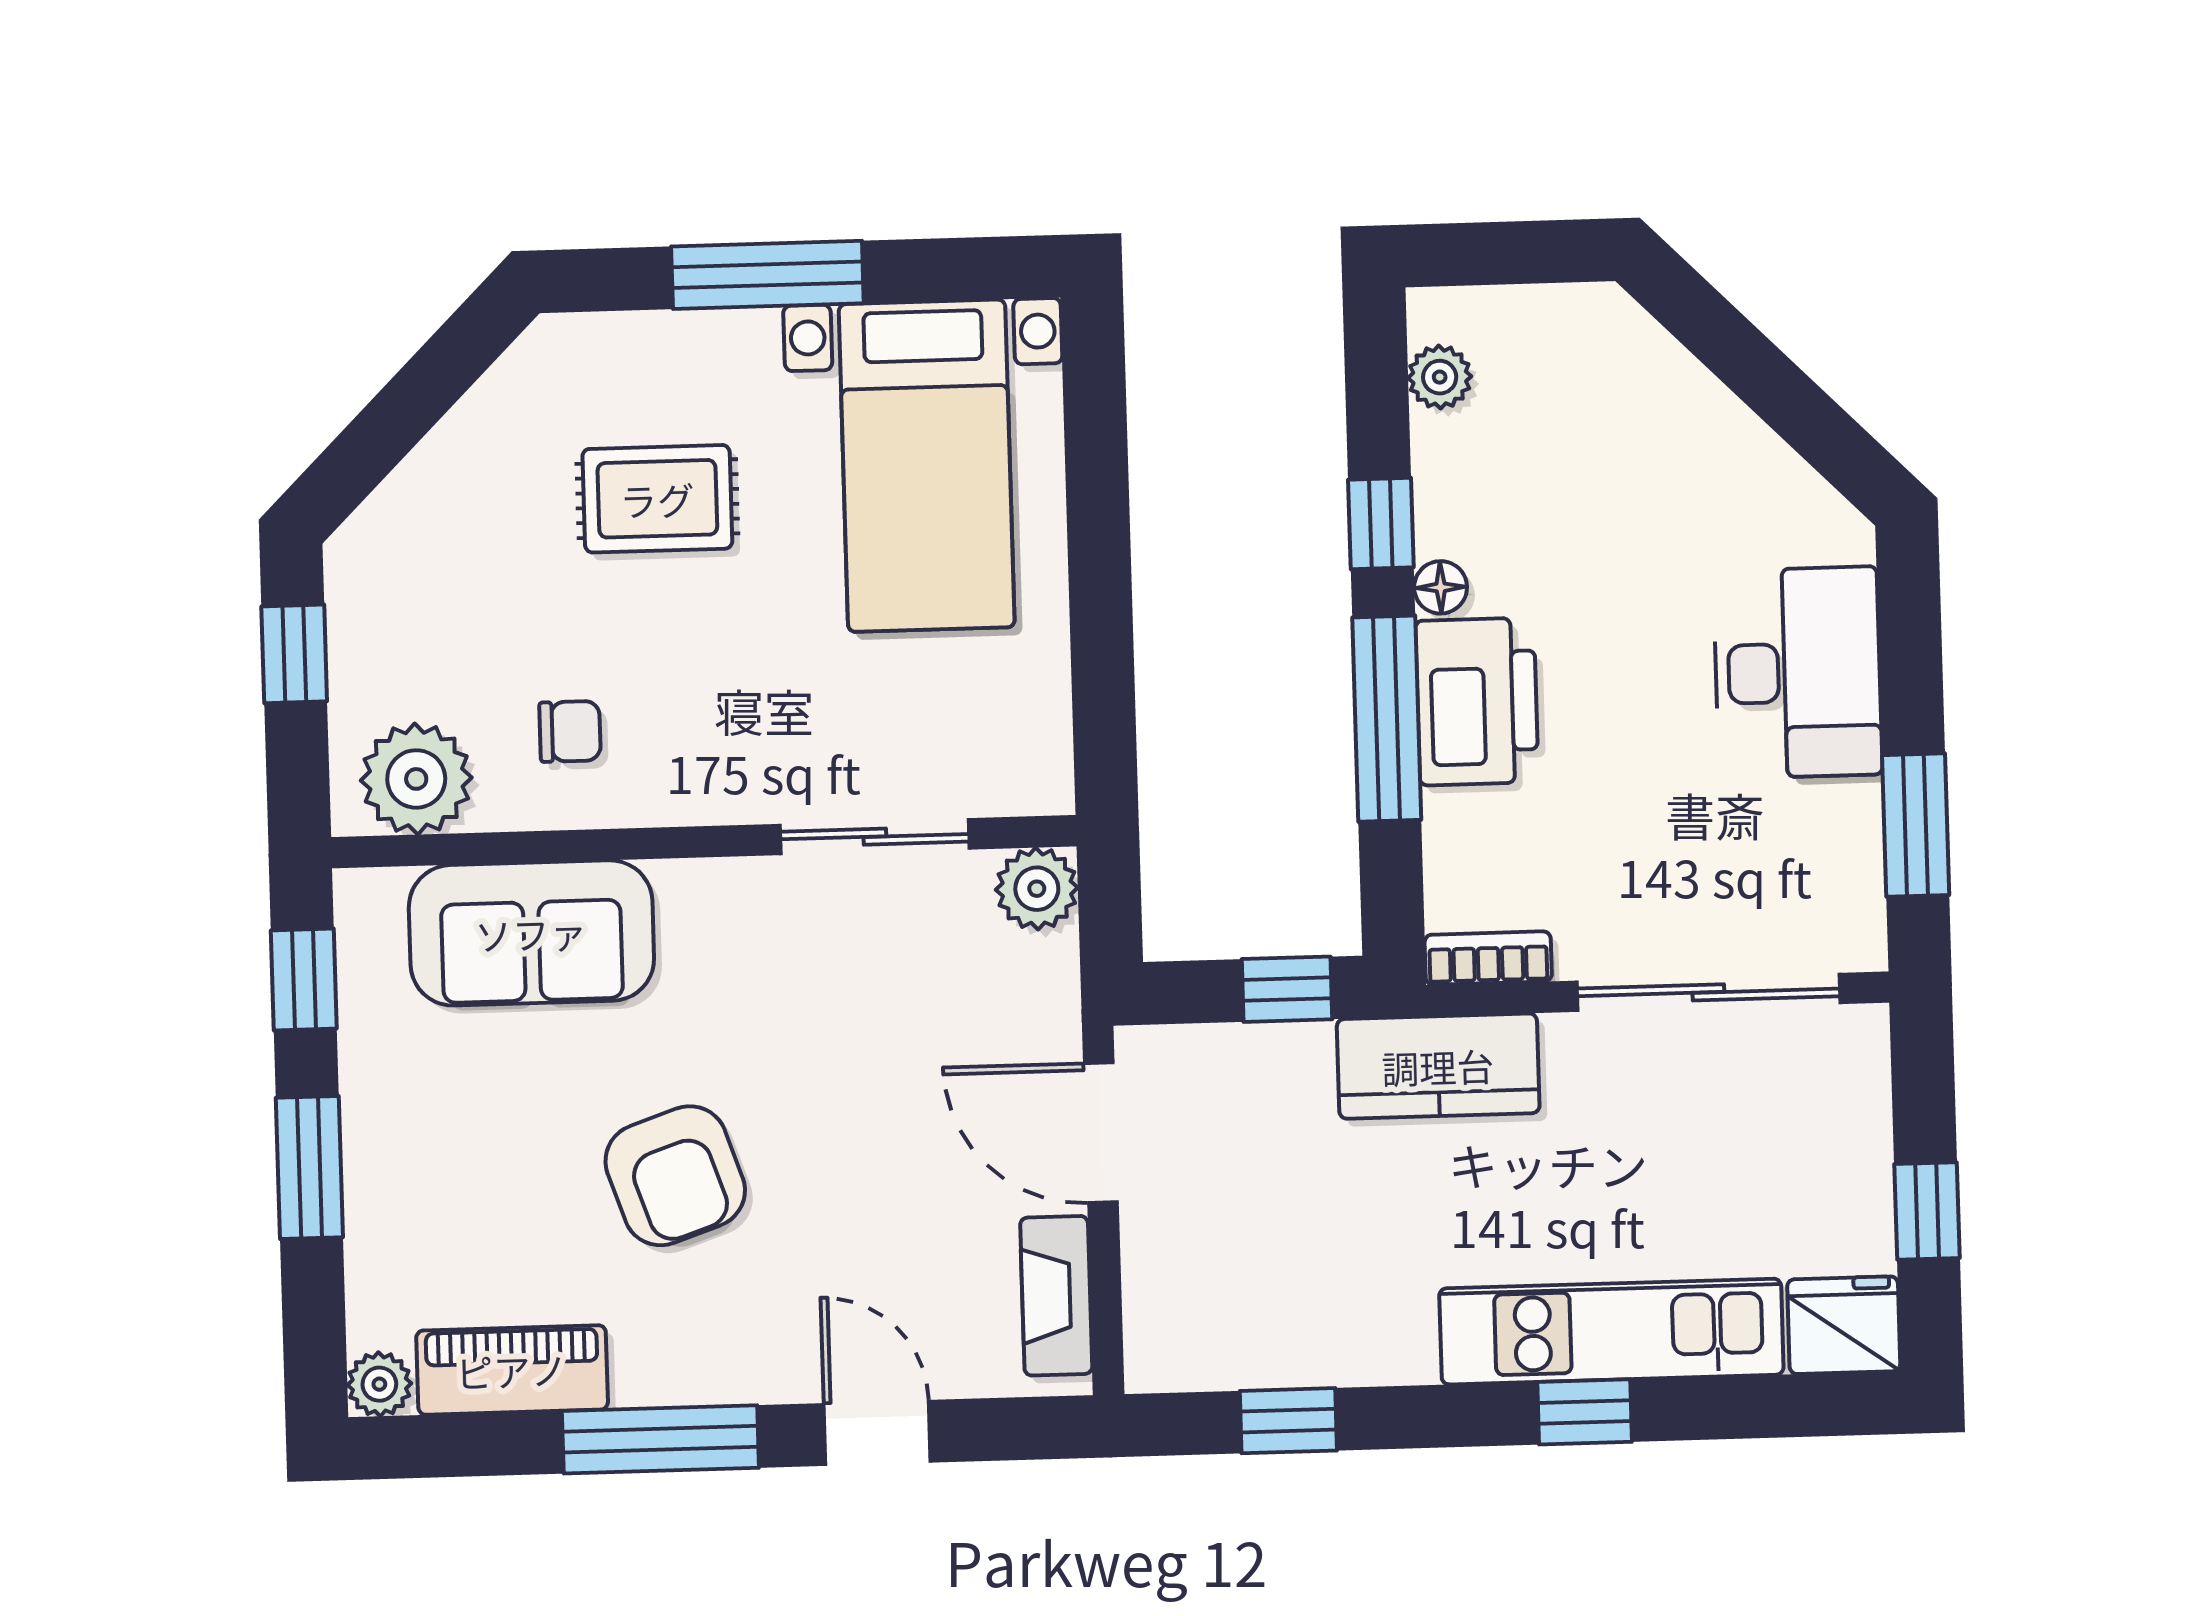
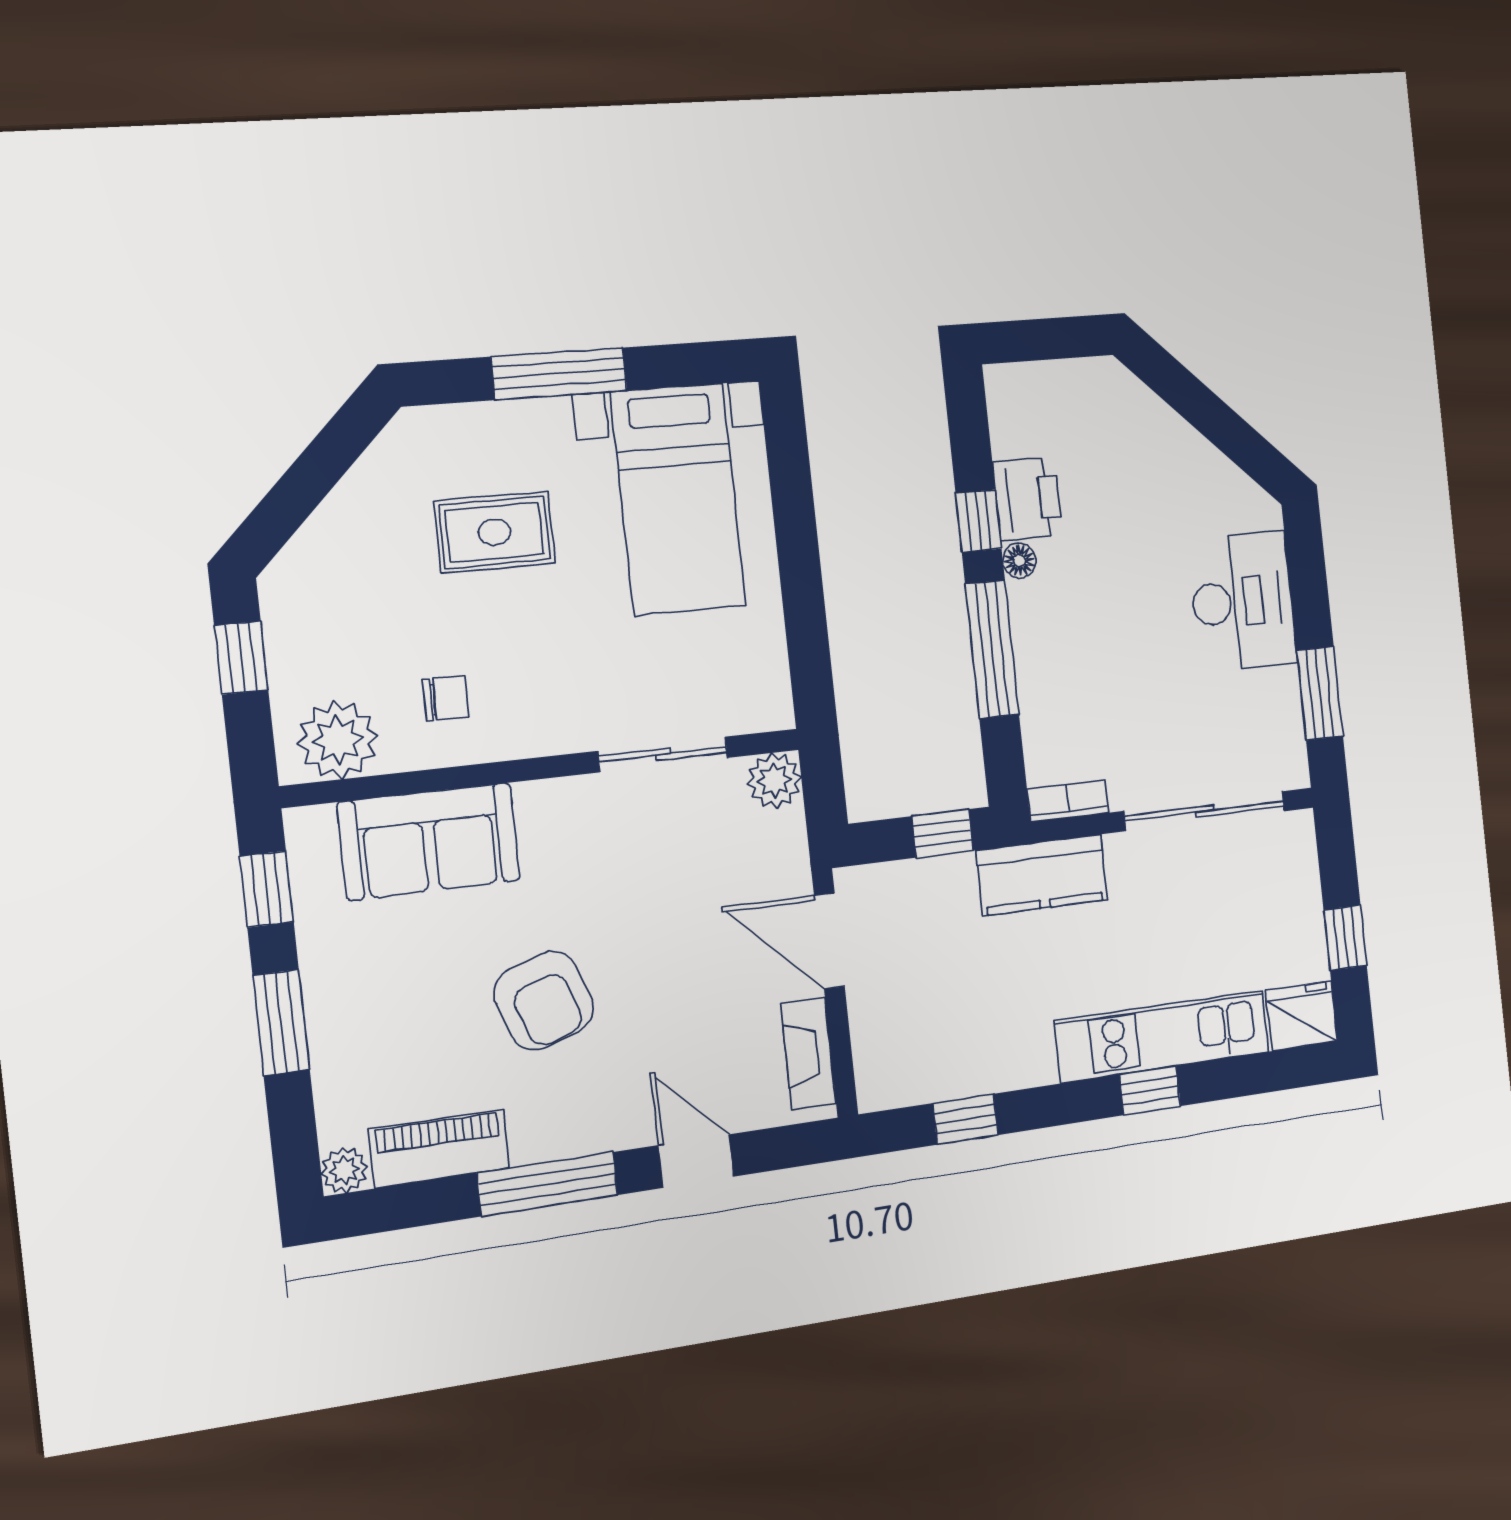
plant: (1440, 377) -> (1008, 423), removed
printer: (1477, 702) -> (1028, 499), moved, width x0.73, depth x0.84

